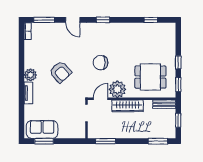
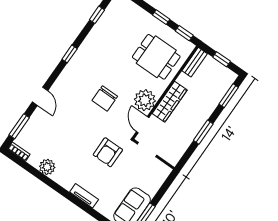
door: (73, 20) -> (40, 96), hinge flipped
window: (103, 20) -> (70, 54), moved
armchair: (60, 72) -> (108, 152), moved, turned 132
plant: (30, 75) -> (47, 167), moved
dining table: (150, 77) -> (156, 57), turned 90
window: (105, 141) -> (203, 132), moved

